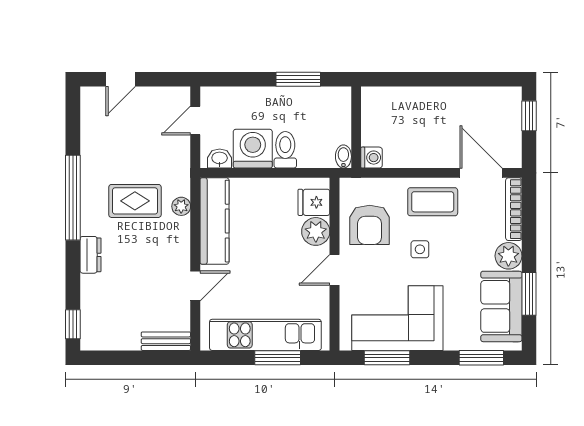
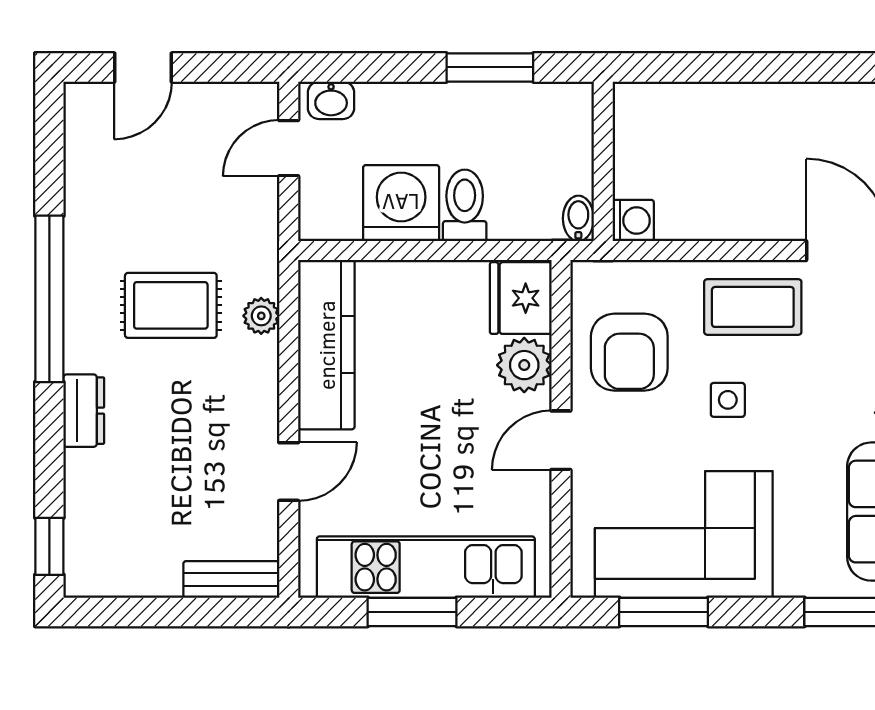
washbasin: (220, 159) -> (331, 100), moved, turned 180
fridge: (314, 202) -> (521, 298), width x1.38
window: (278, 358) -> (412, 612), moved

